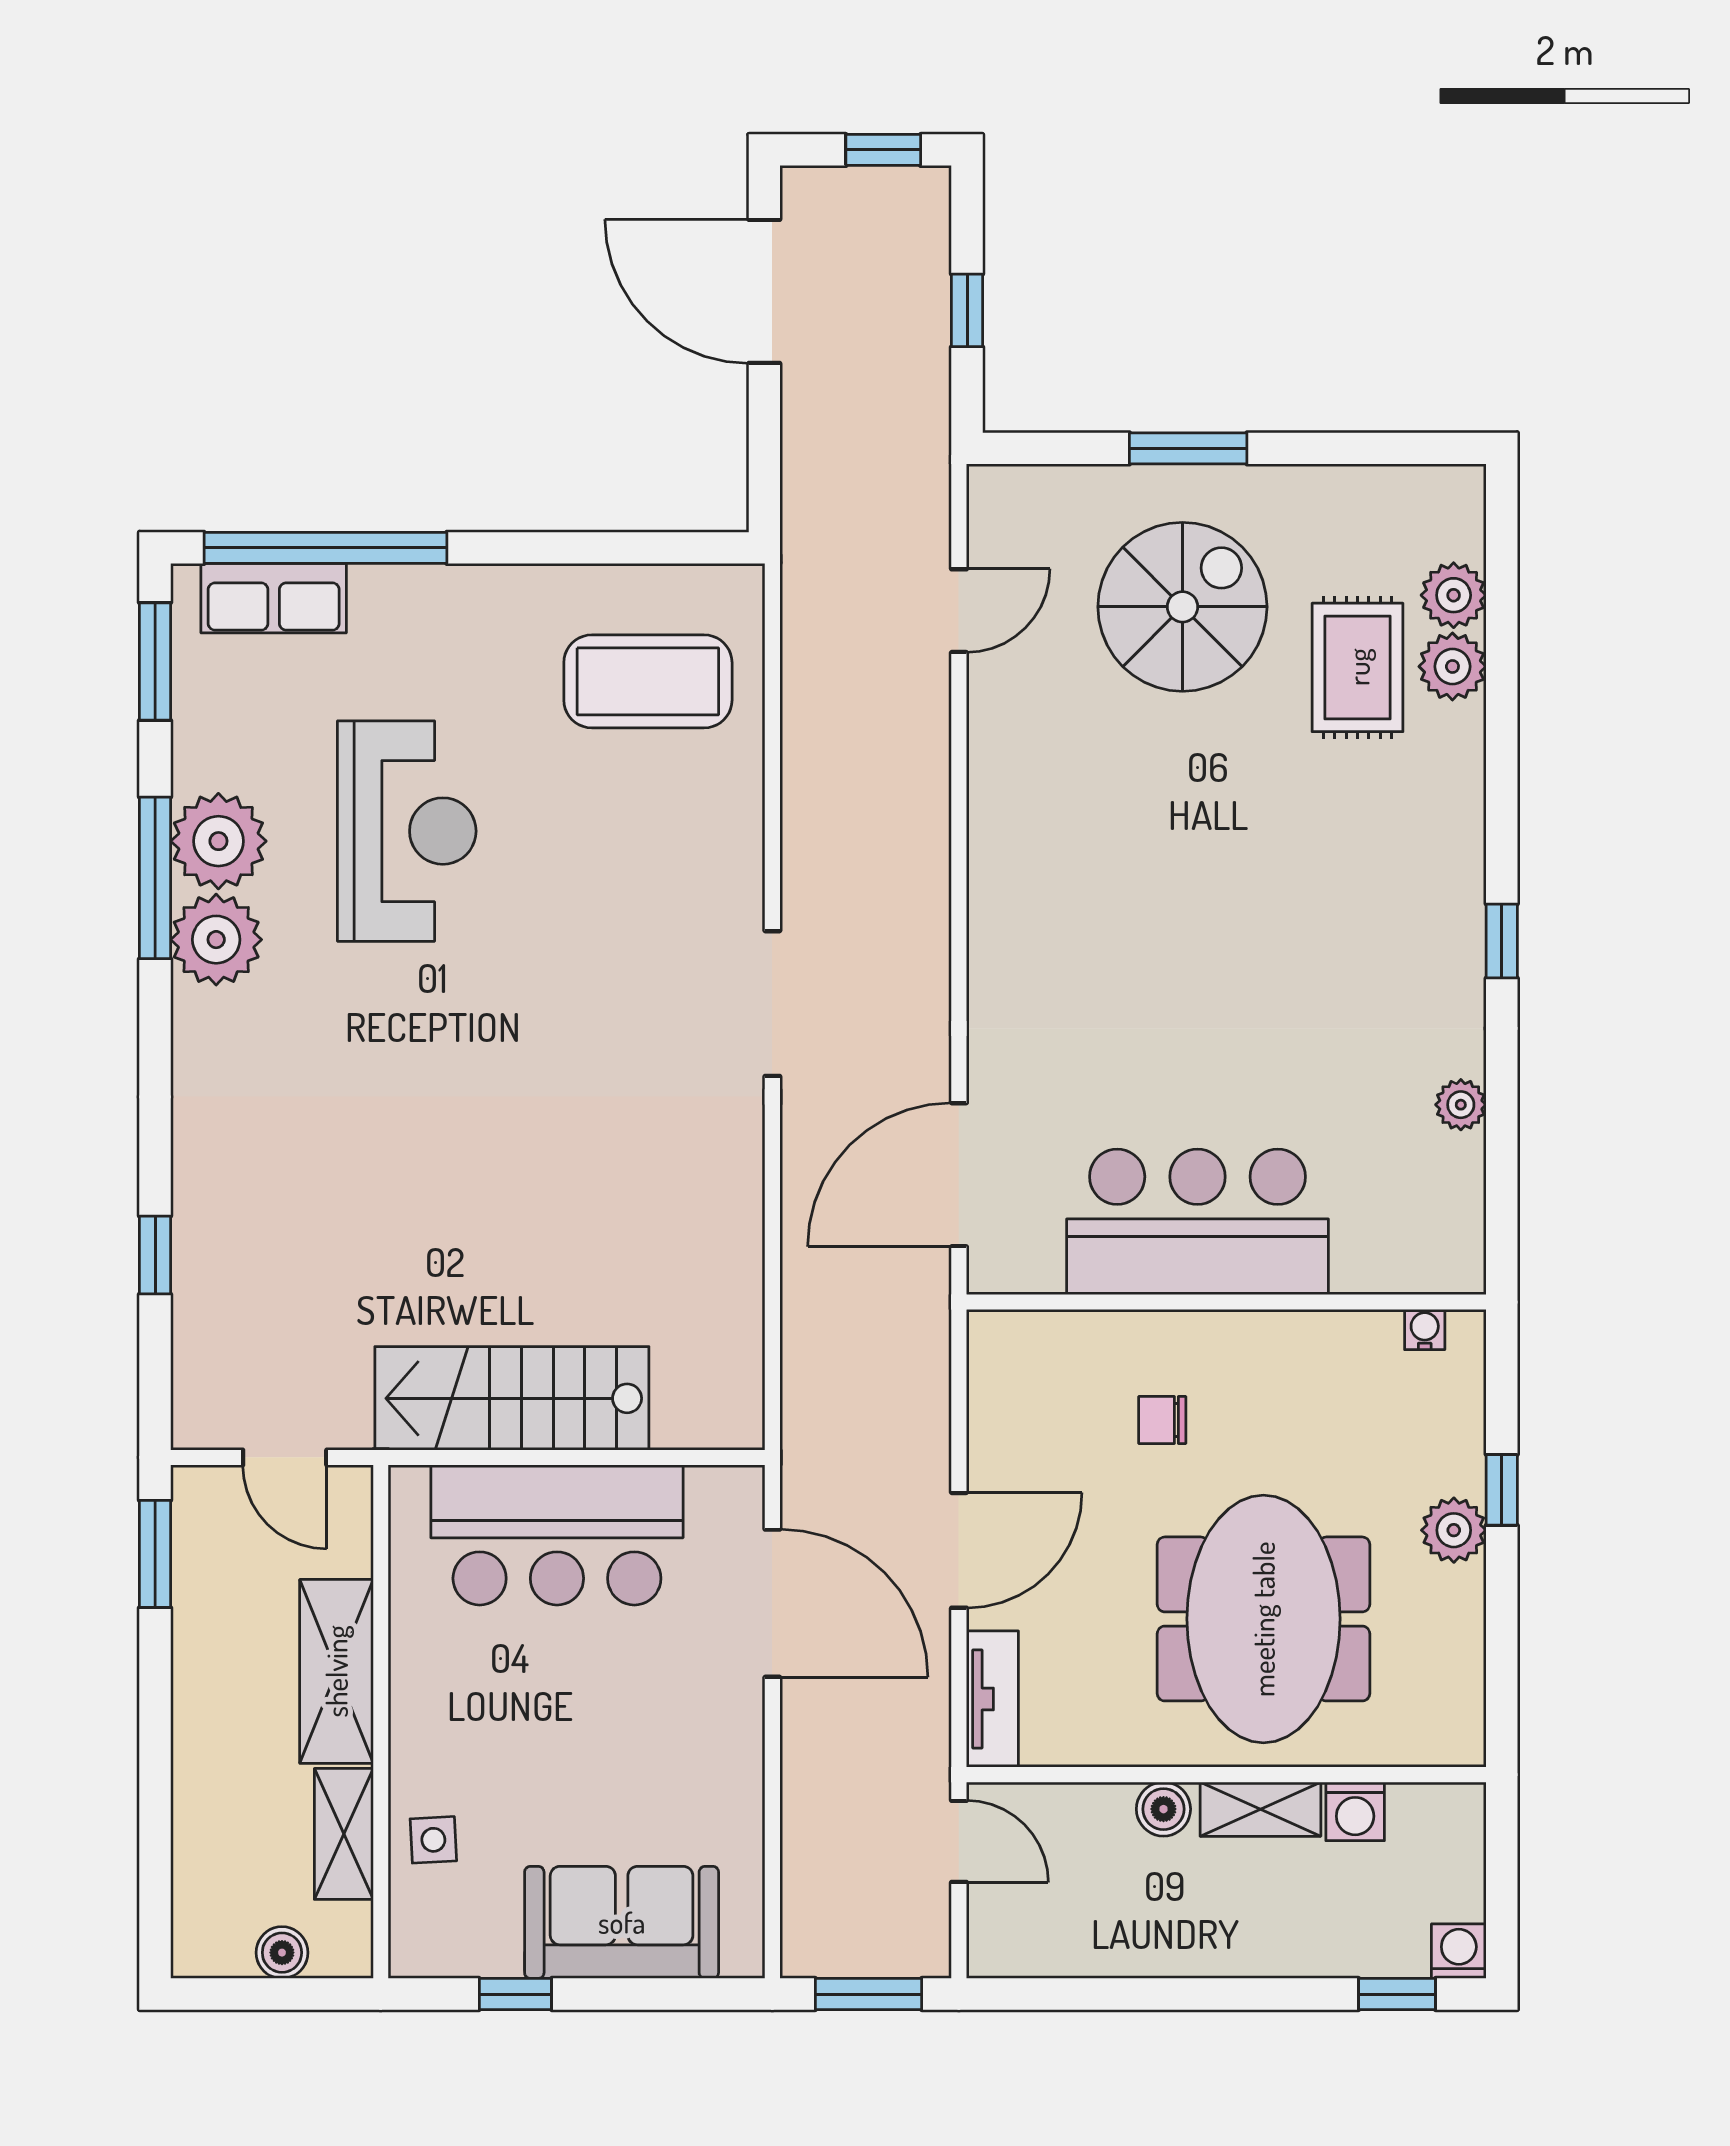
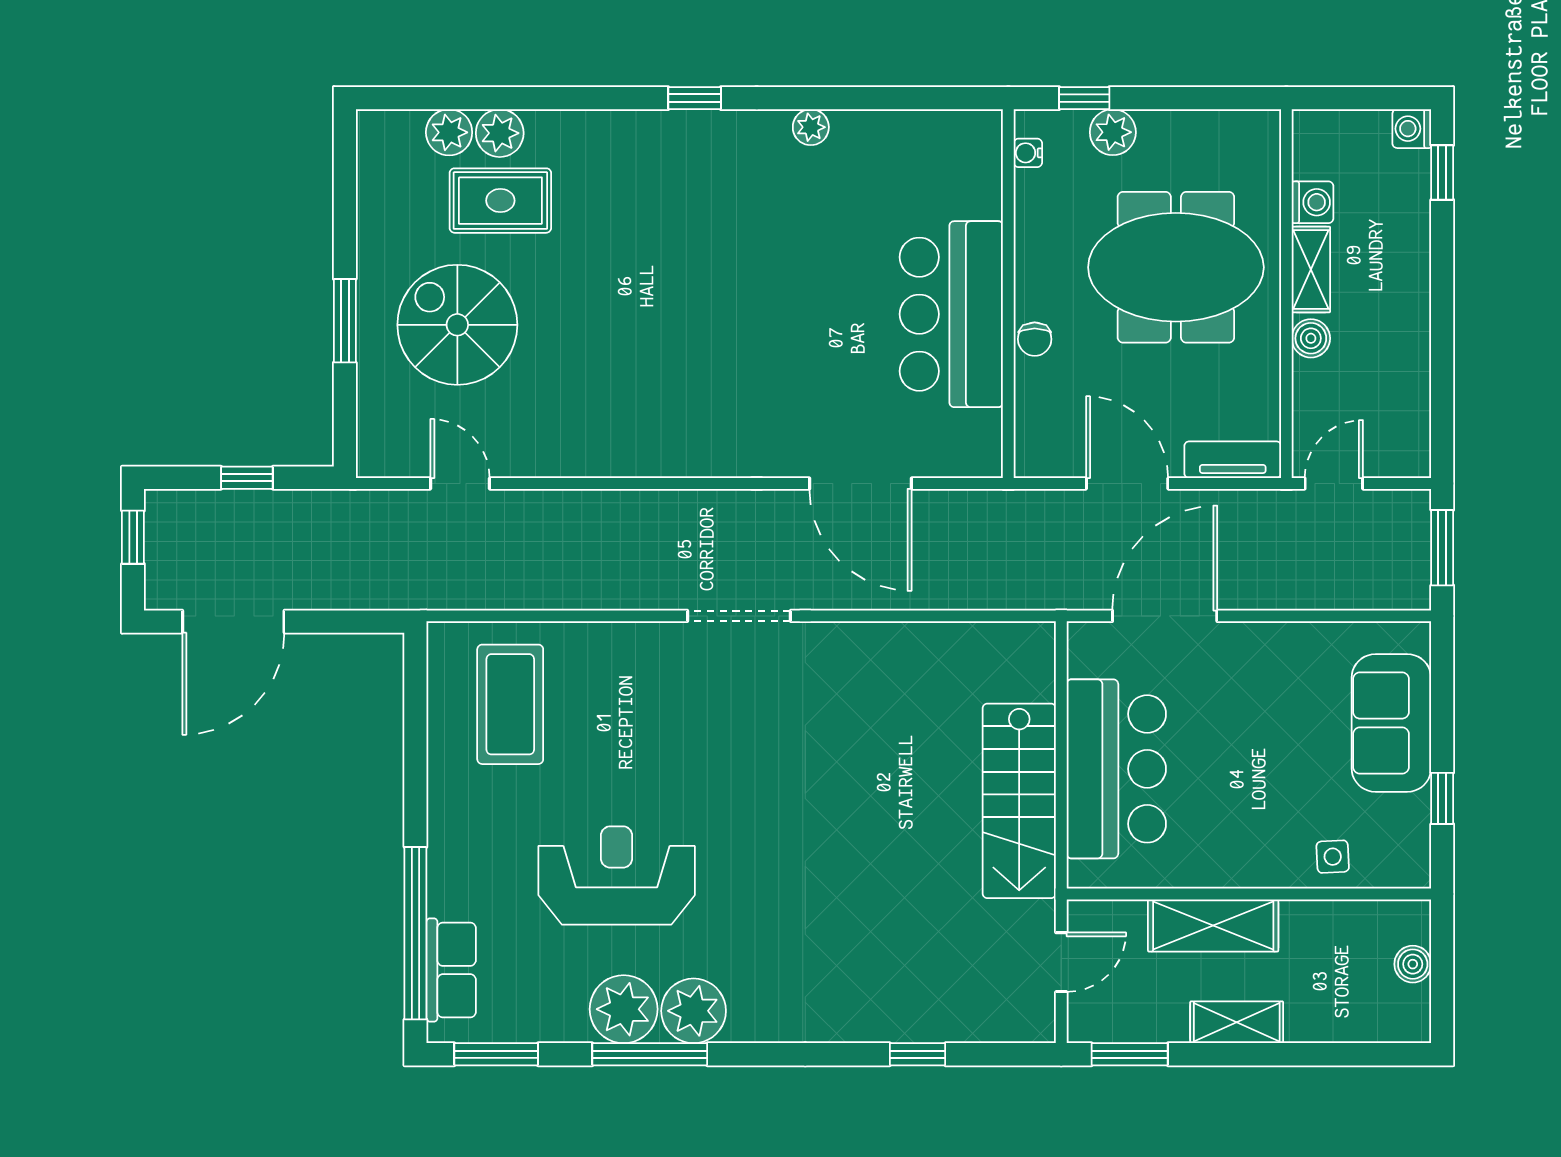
bar counter: (1197, 1222) -> (951, 314), moved
wall: (1226, 1302) -> (1008, 294), moved
water cooler: (1425, 1330) -> (1028, 153), moved
shelving: (344, 1834) -> (1237, 1022), moved

